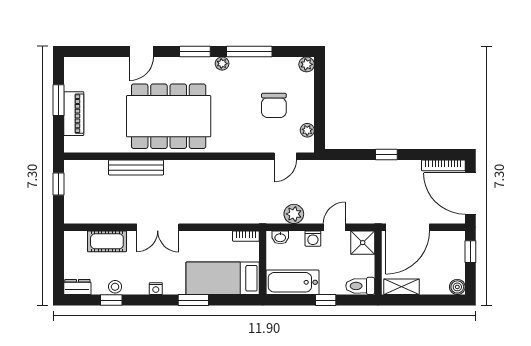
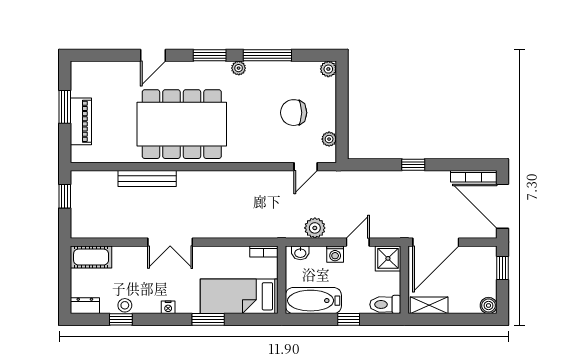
chair: (274, 105) -> (294, 113), turned 90
cot: (107, 241) -> (91, 257), moved

